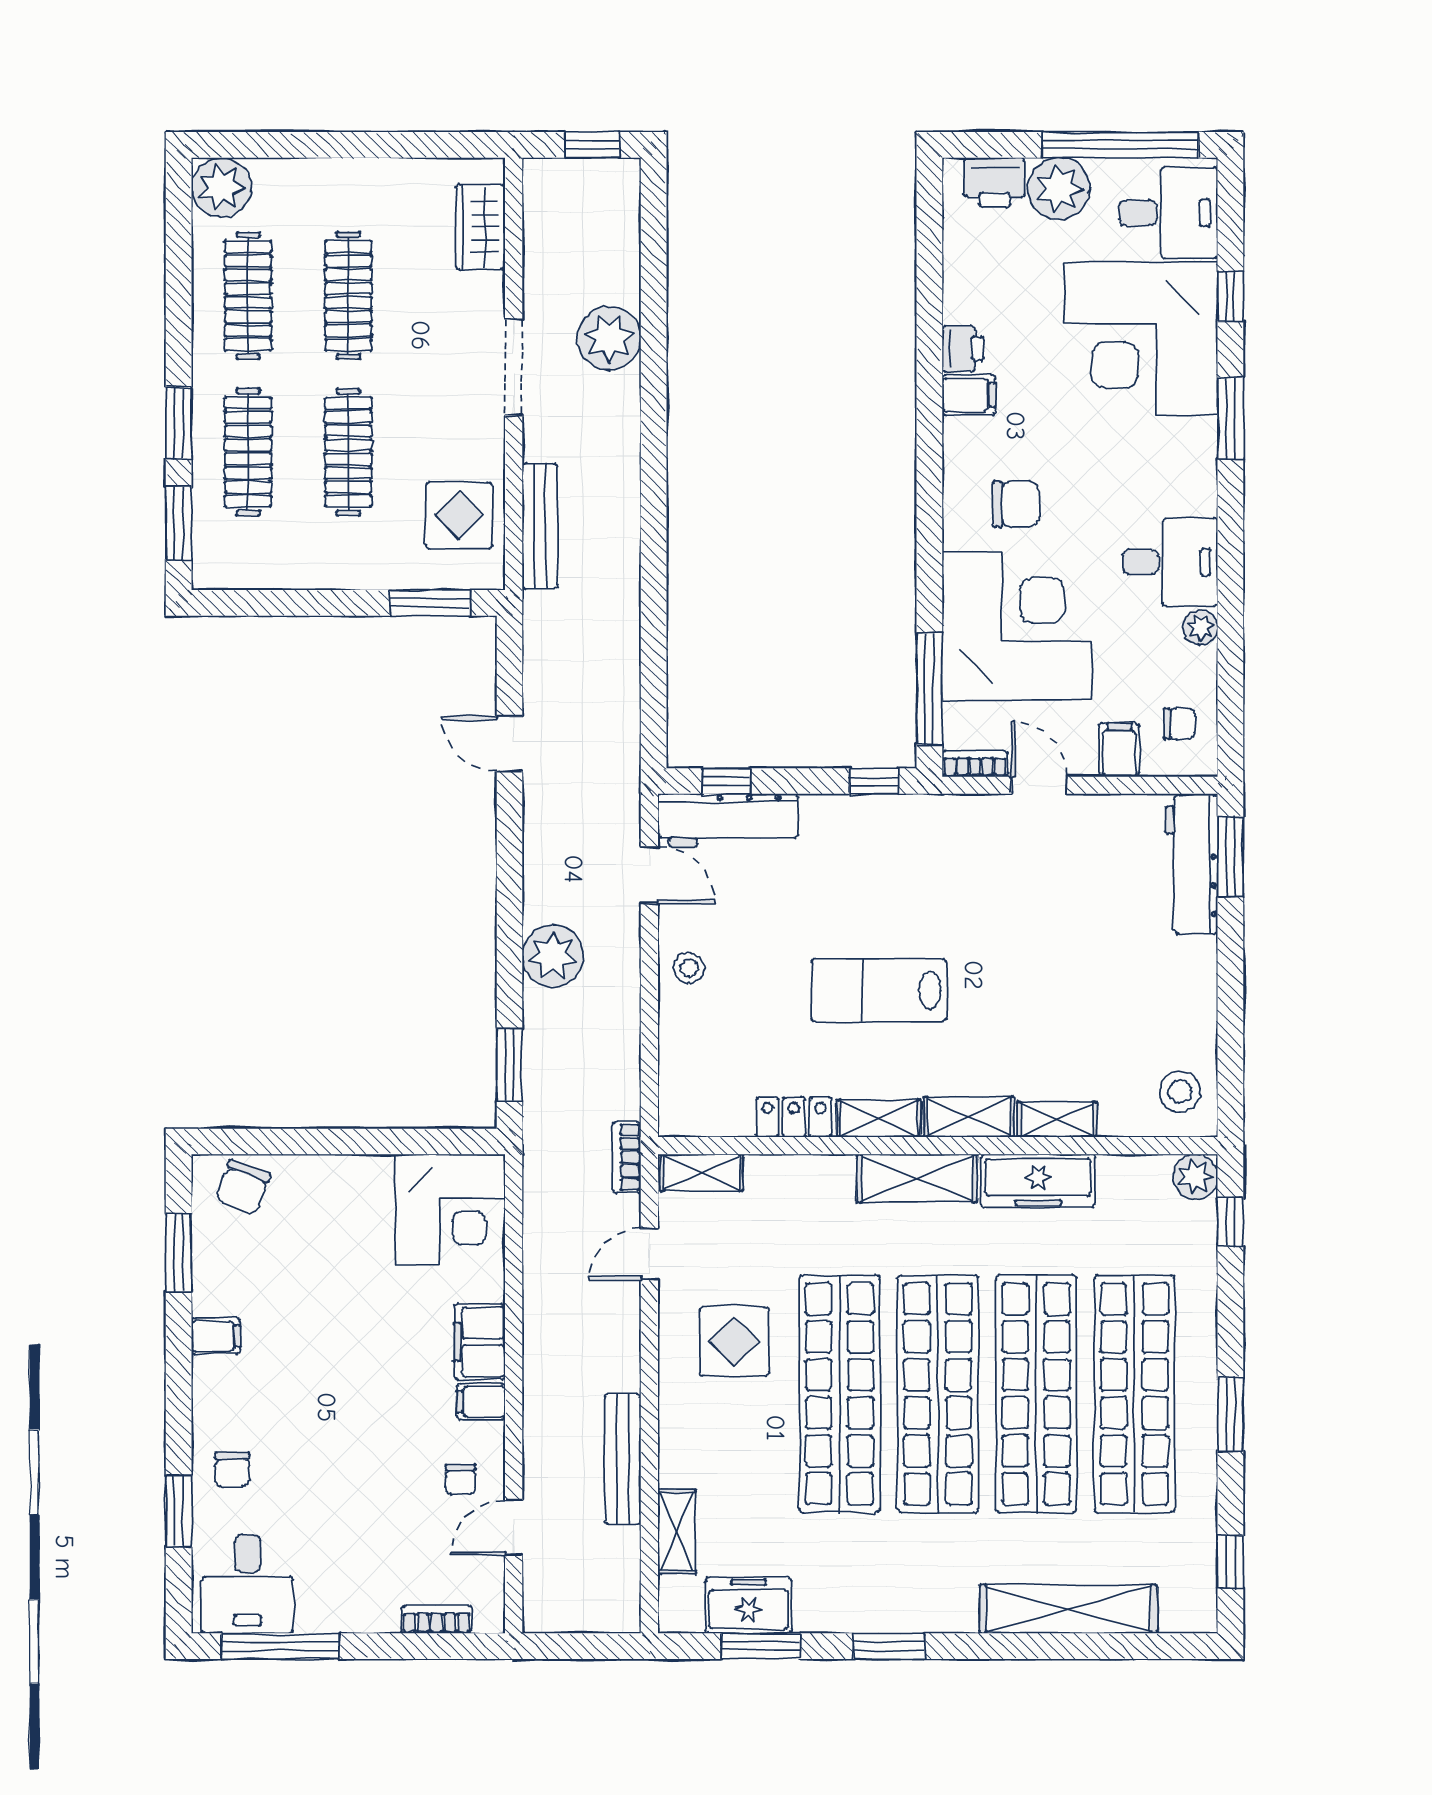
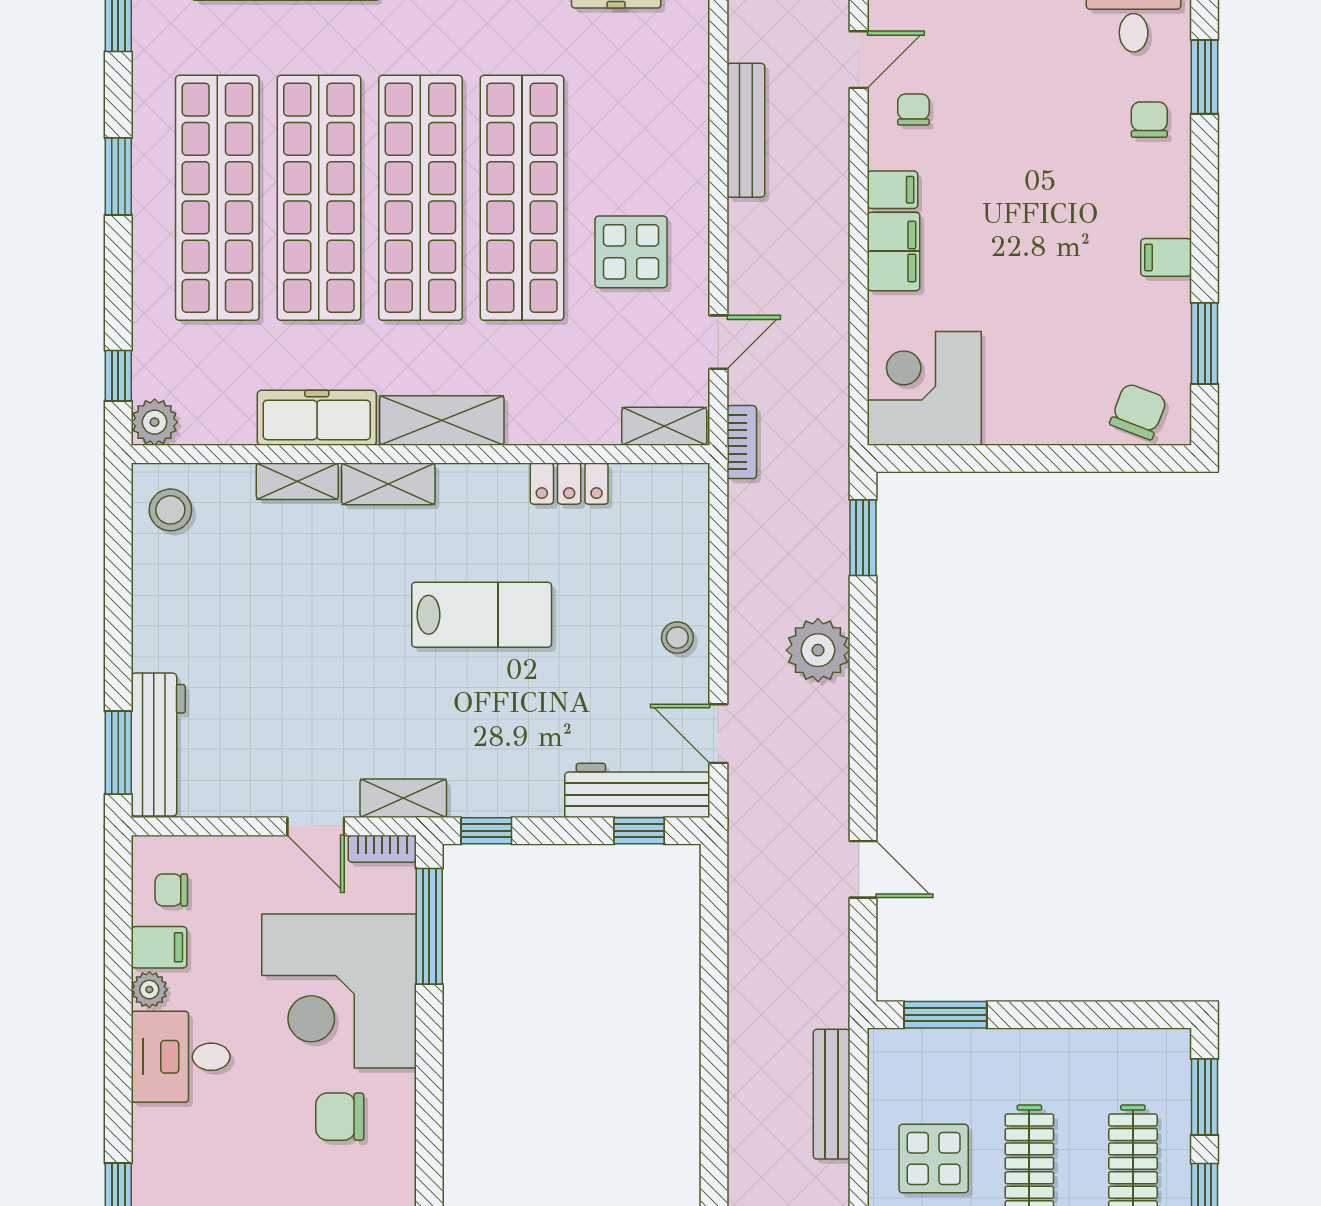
display table: (459, 516) -> (934, 1159), moved
filing cabinet: (1119, 750) -> (159, 947), moved, turned -90
shelving: (879, 1118) -> (403, 798), moved
shelving: (677, 1532) -> (690, 56), removed

